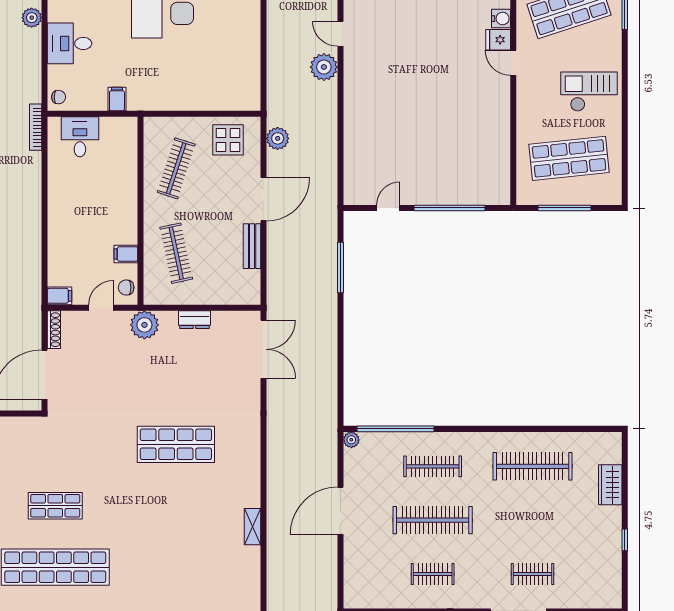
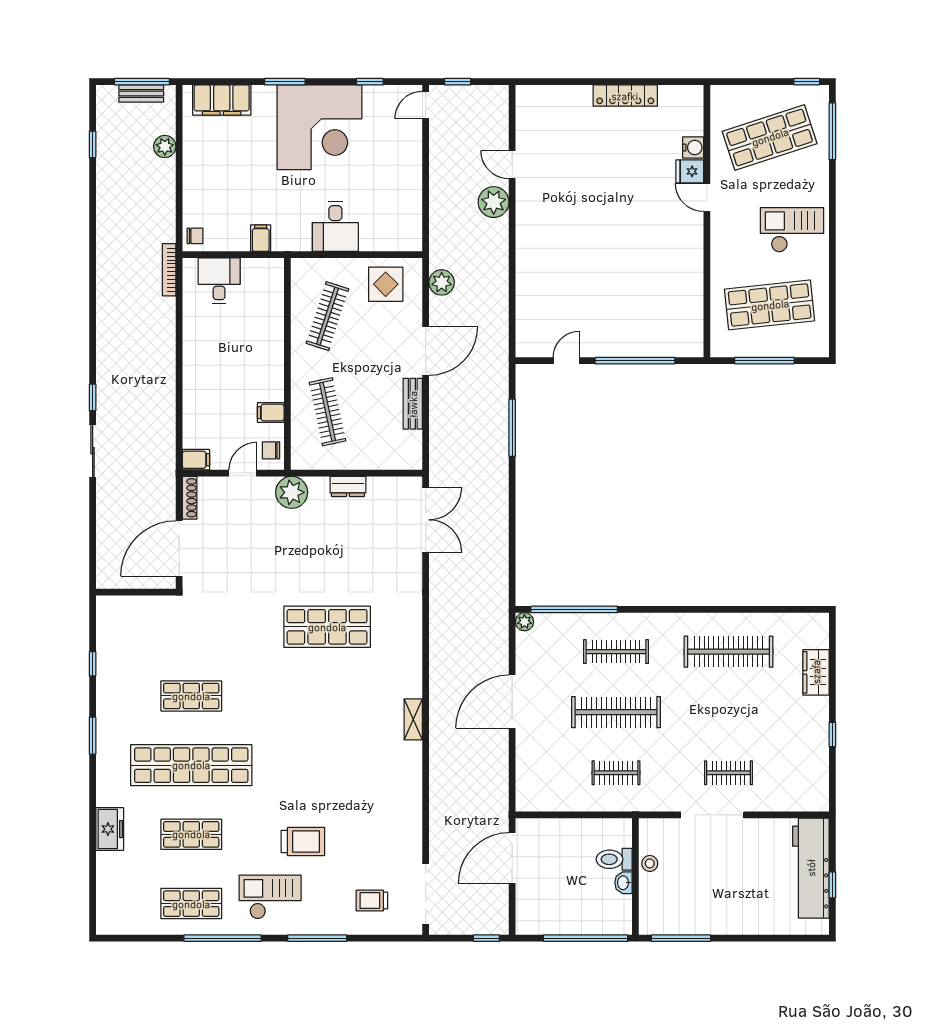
desk: (69, 43) -> (335, 227), moved, turned -90

